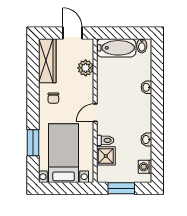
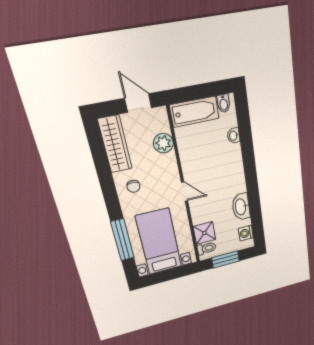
washbasin: (146, 87) -> (234, 136), moved
door: (95, 113) -> (185, 191), swing flipped
washbasin: (146, 139) -> (241, 207), width x1.91, depth x1.45
toilet: (105, 140) -> (207, 248), moved
window: (33, 143) -> (122, 240), width x1.44

